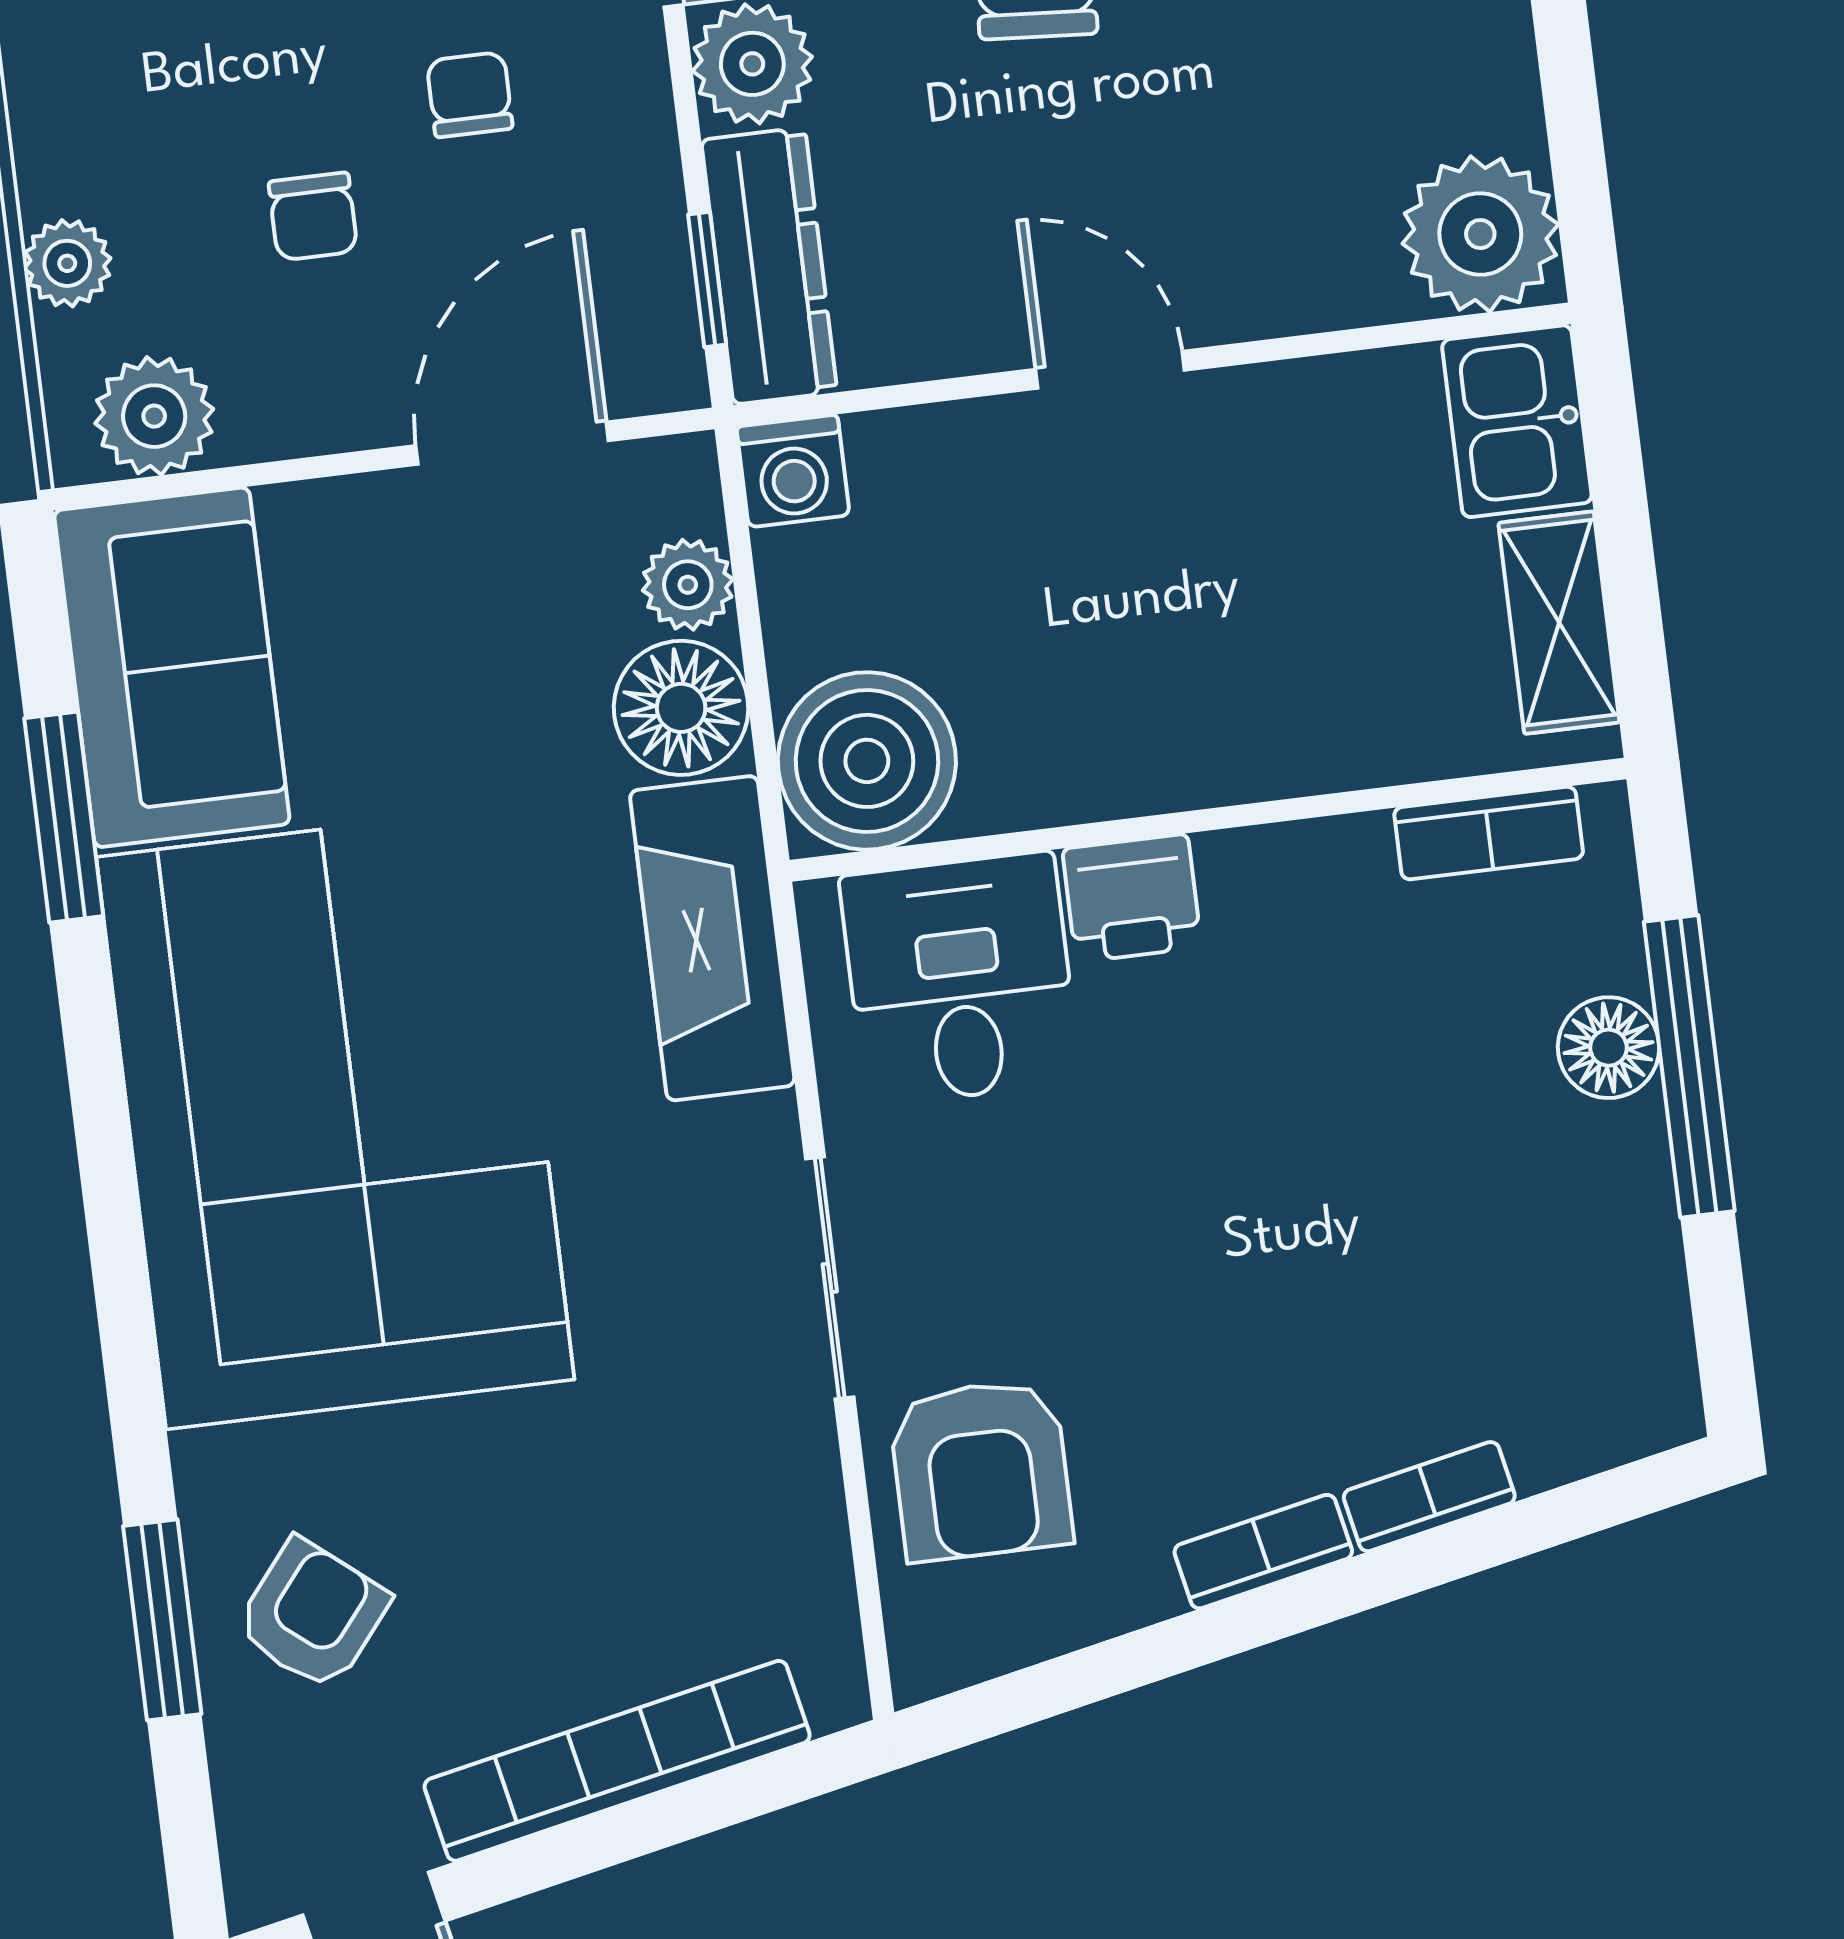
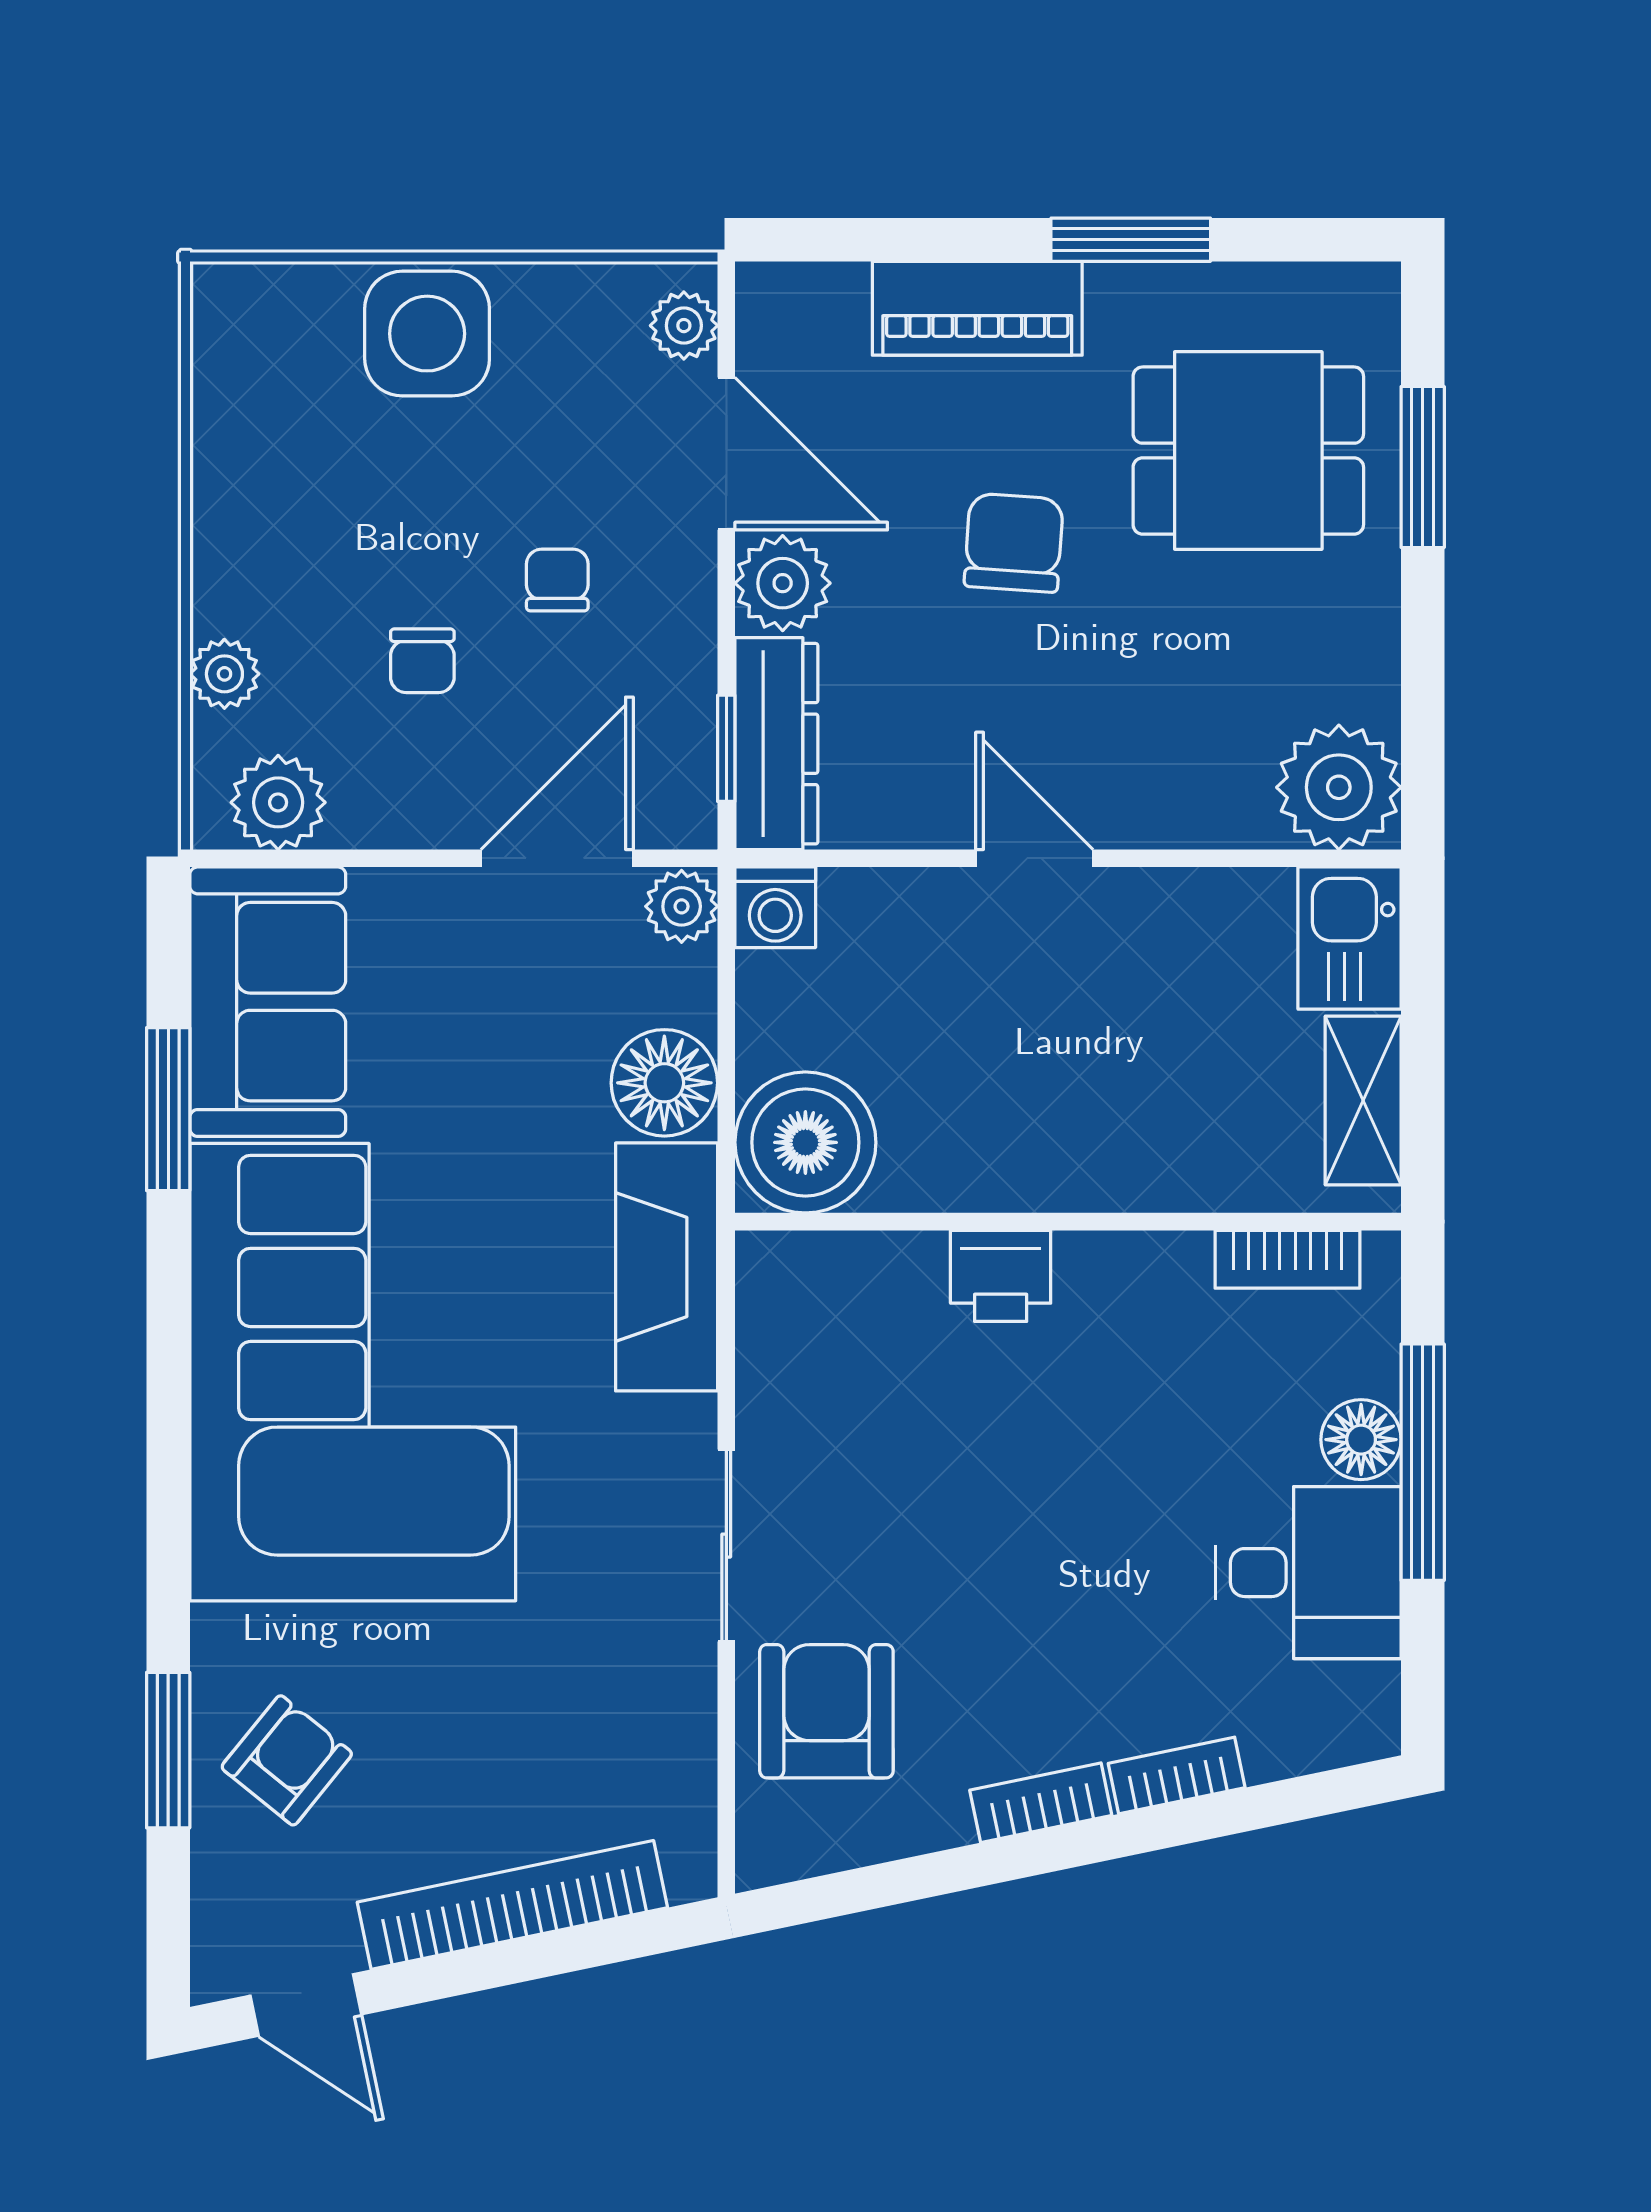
plant: (688, 585) -> (682, 906), moved
desk: (960, 979) -> (1308, 1573), moved, turned 90
armchair: (981, 1470) -> (826, 1711), turned 180

